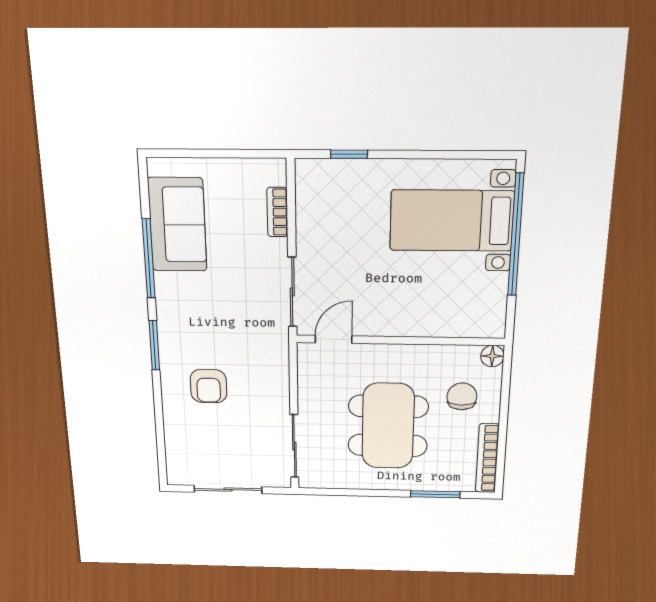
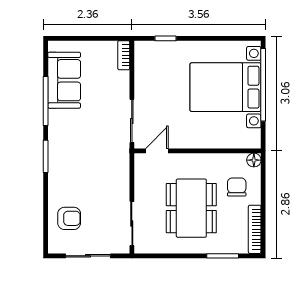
bookcase: (277, 212) -> (124, 55), moved
bed with nightstands: (452, 221) -> (226, 87), width x1.36
armchair: (208, 386) -> (69, 218), moved, turned -90

